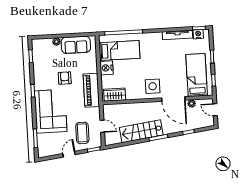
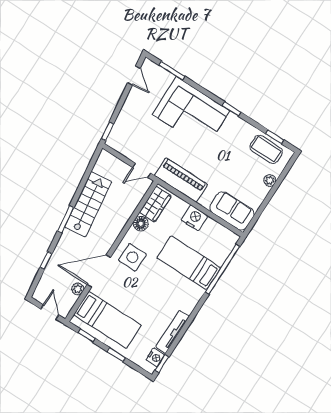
sofa: (76, 45) -> (232, 211), moved, turned 90
bed: (119, 50) -> (189, 263), moved, turned 90
armchair: (65, 78) -> (219, 159), removed
floor lamp: (131, 95) -> (141, 224), added
door: (215, 110) -> (50, 312), hinge flipped
door: (102, 126) -> (142, 170), moved
coffee table: (82, 133) -> (266, 149), moved
door: (69, 154) -> (134, 76), moved

